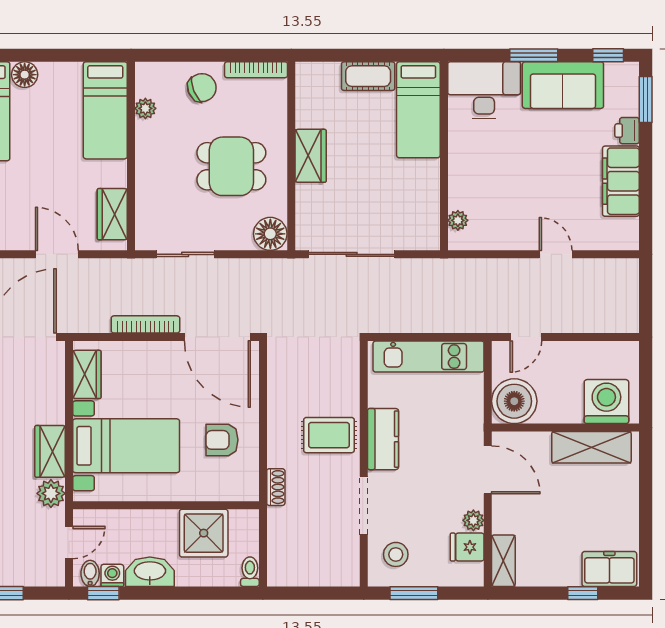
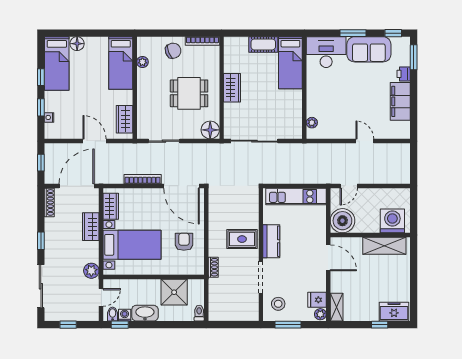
armchair: (222, 440) -> (184, 242), turned 90
wardrobe: (50, 451) -> (91, 227), moved
plant: (473, 520) -> (320, 314), moved

